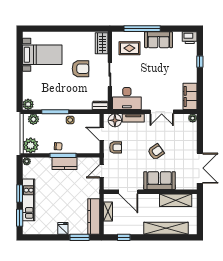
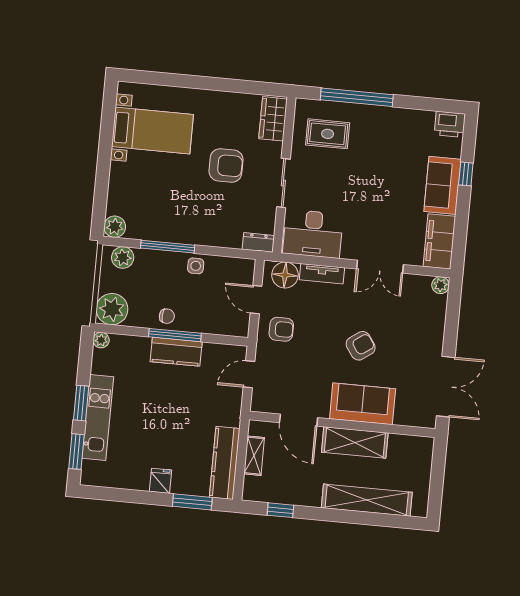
sofa: (159, 40) -> (442, 185), moved, turned 90
shelving: (176, 200) -> (355, 442), moved

